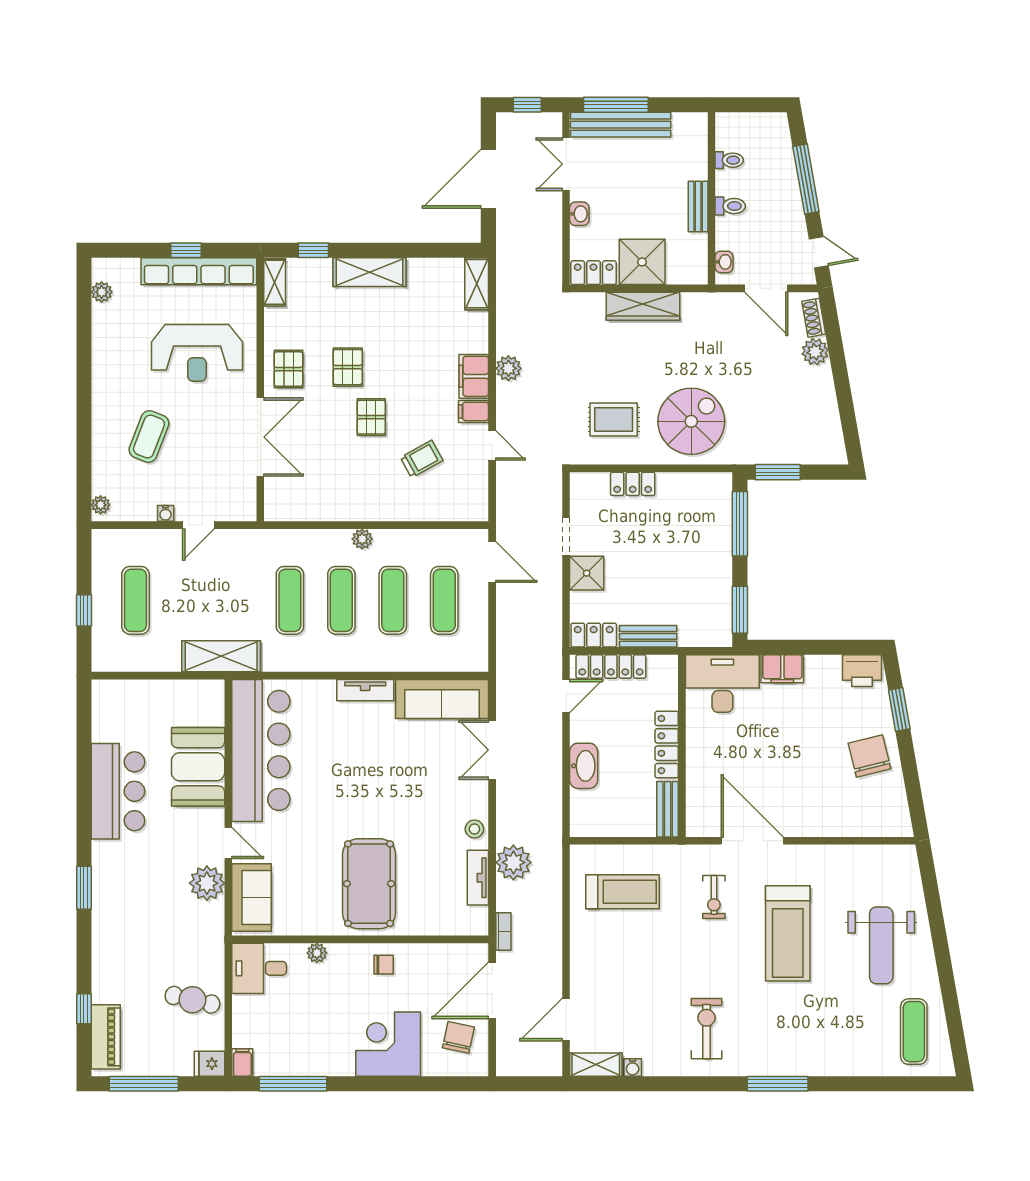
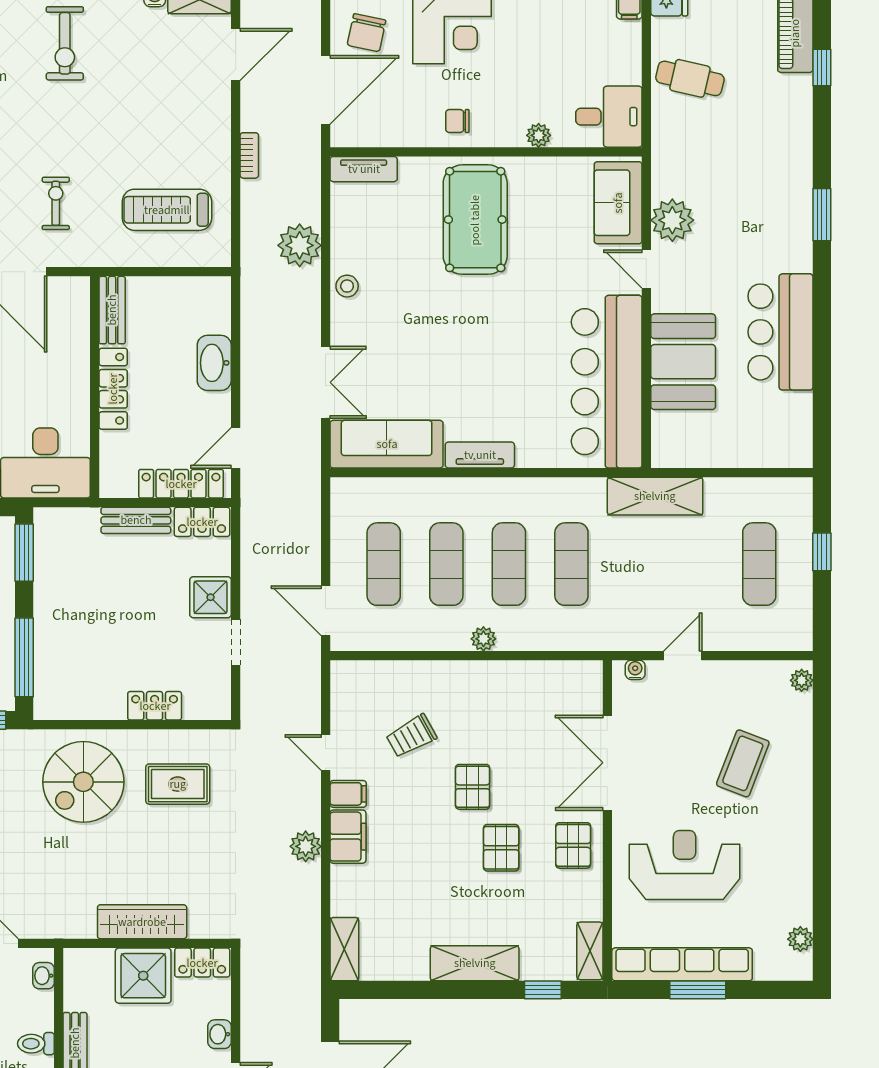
window: (186, 250) -> (698, 990), width x1.50
water cooler: (166, 513) -> (635, 670), moved
tv unit: (478, 878) -> (364, 169), moved, turned 90
bookcase: (503, 931) -> (249, 155), moved, turned 180

